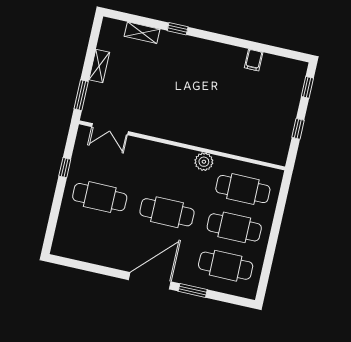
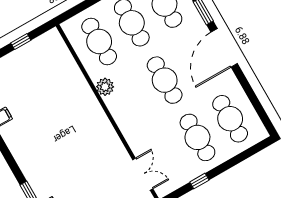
cafe table: (91, 235) -> (230, 119), added
door: (150, 281) -> (224, 48), hinge flipped

